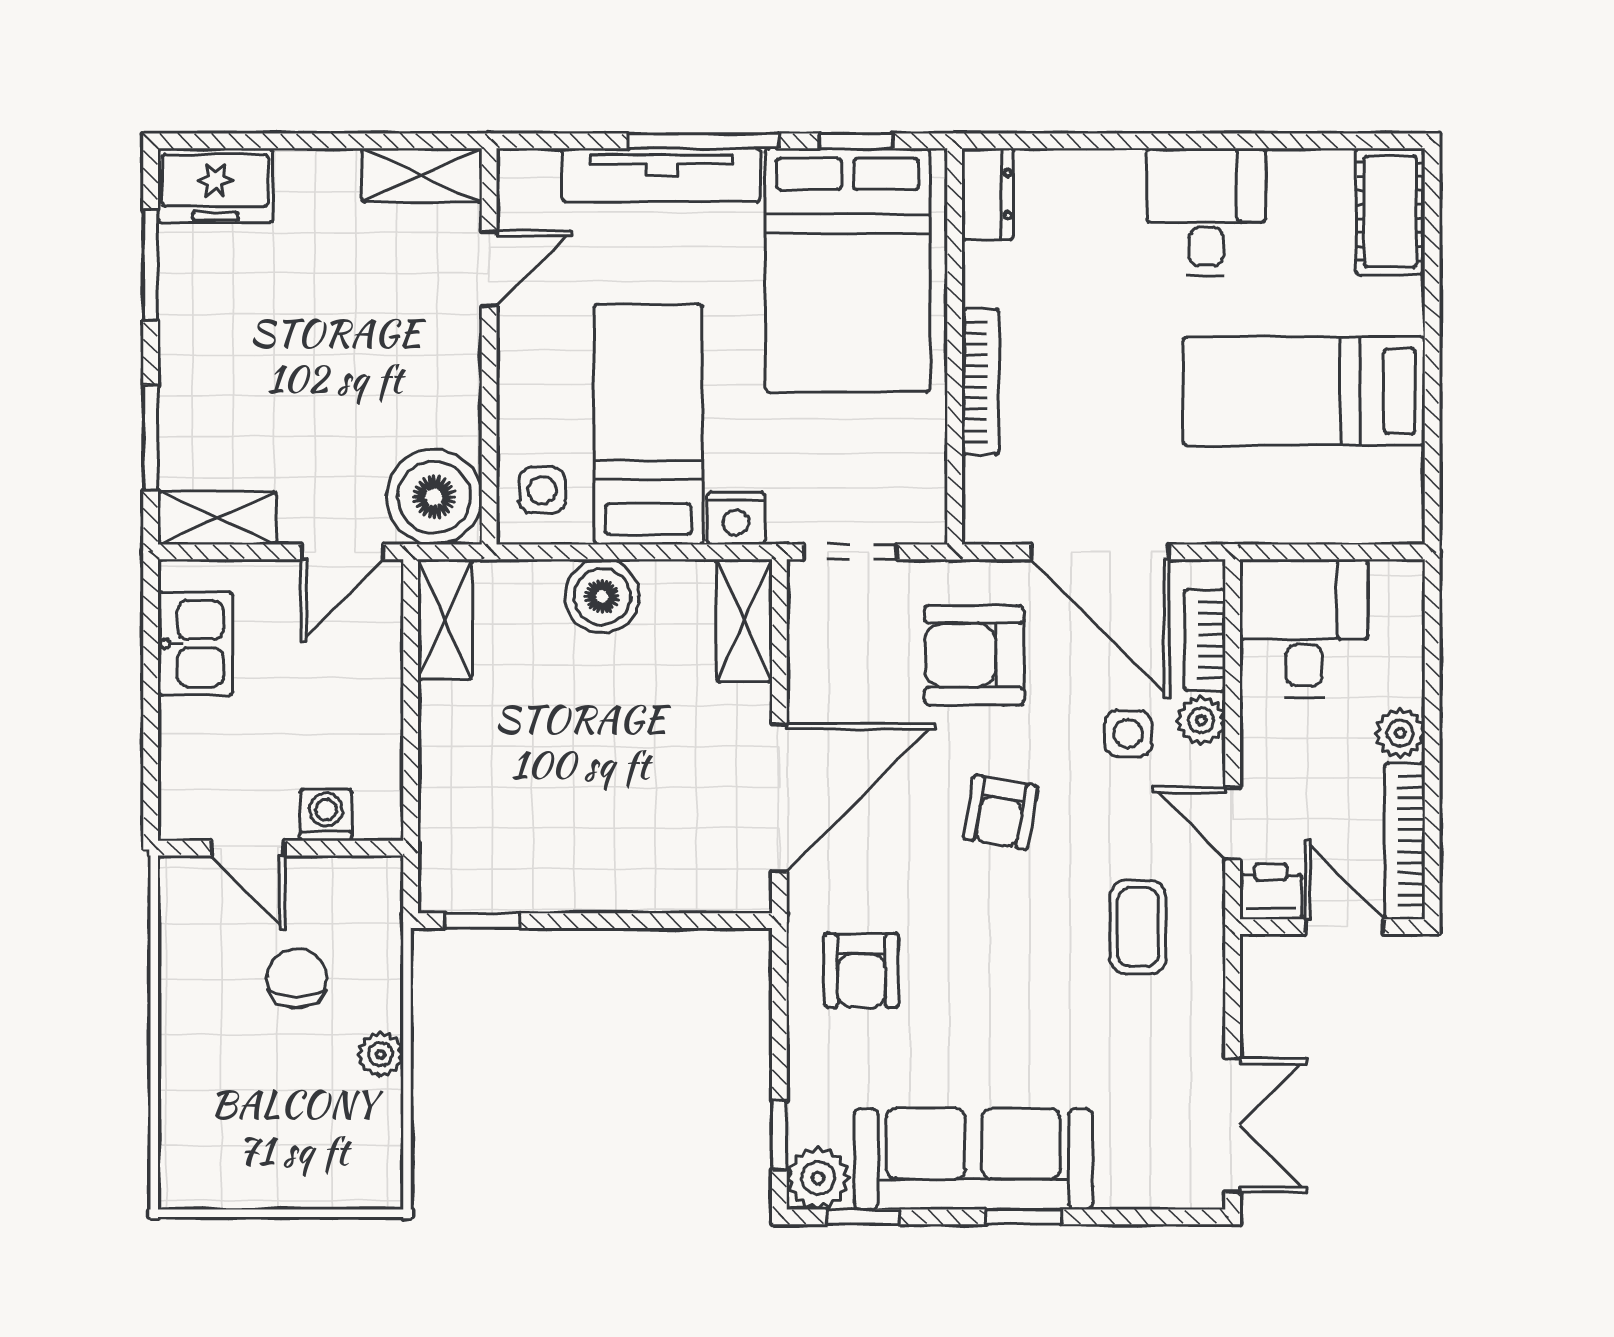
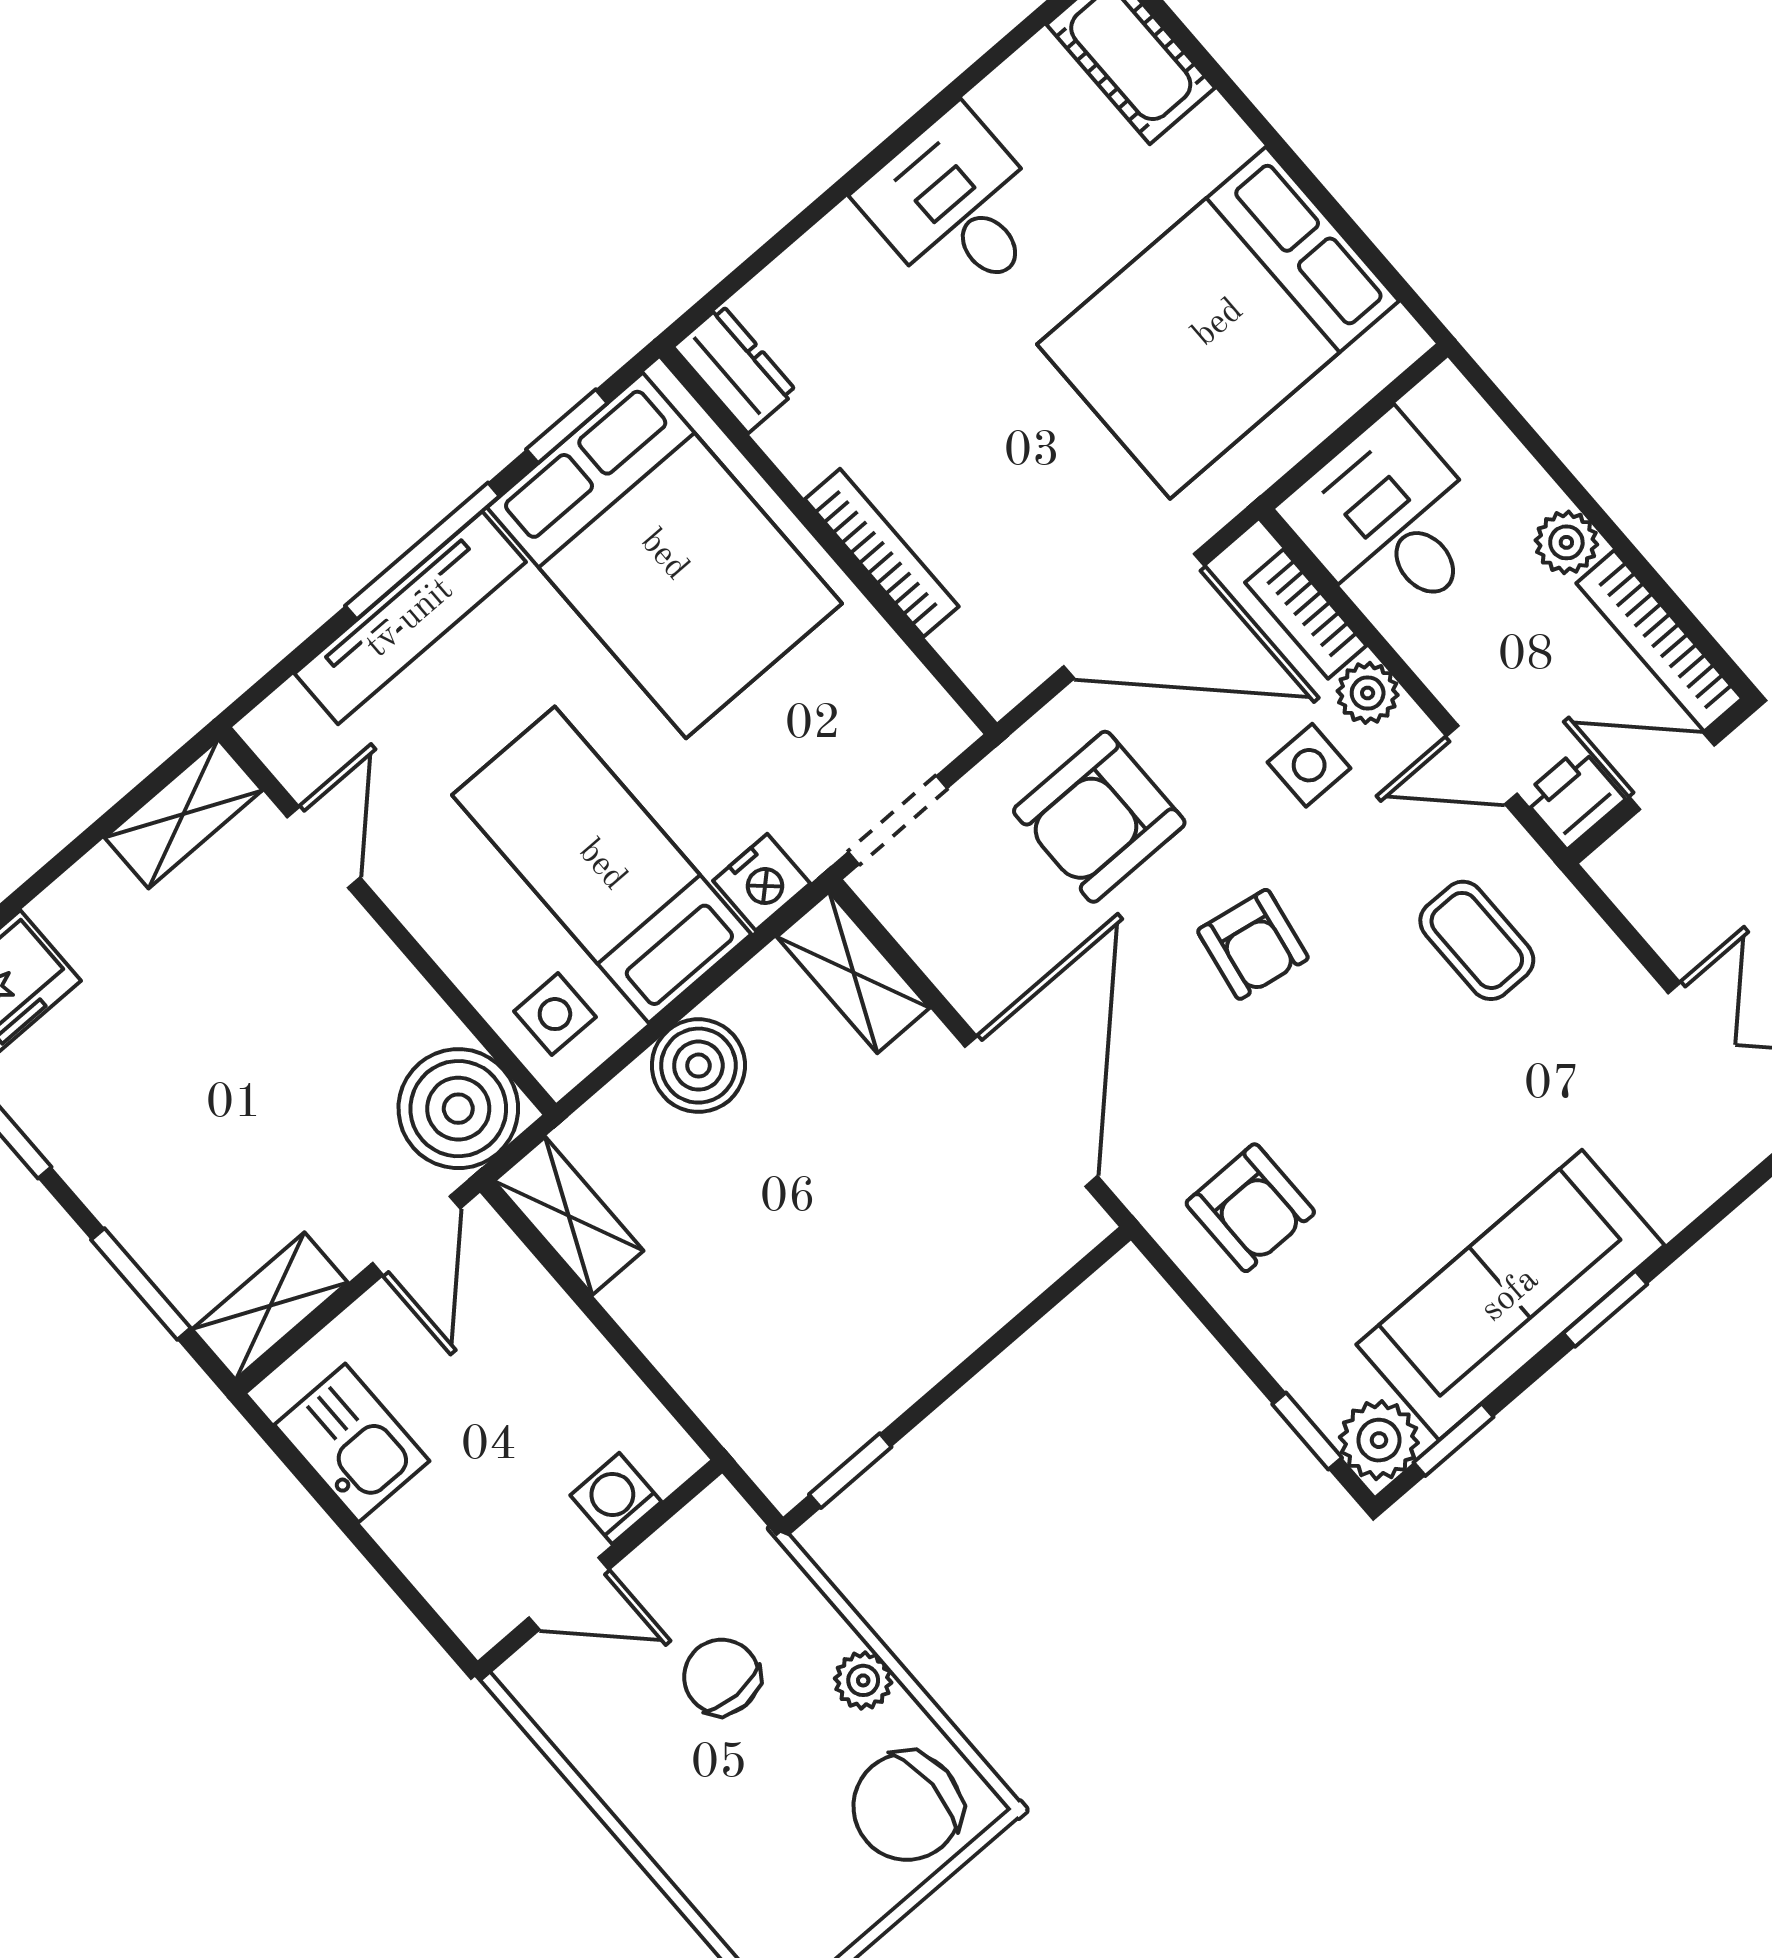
bed: (1304, 391) -> (1218, 323), width x1.50
chair: (341, 1153) -> (907, 1807), added

